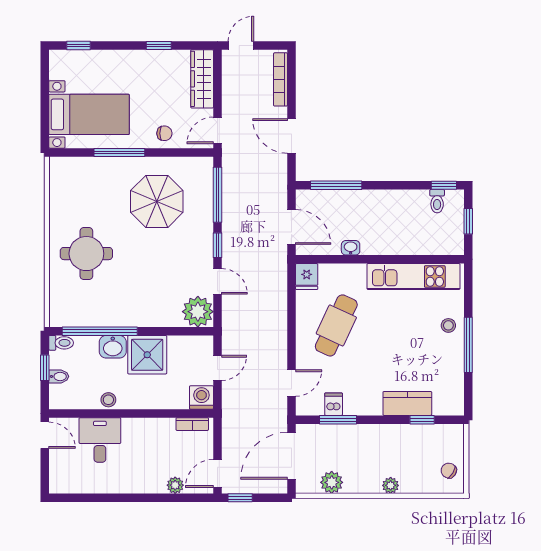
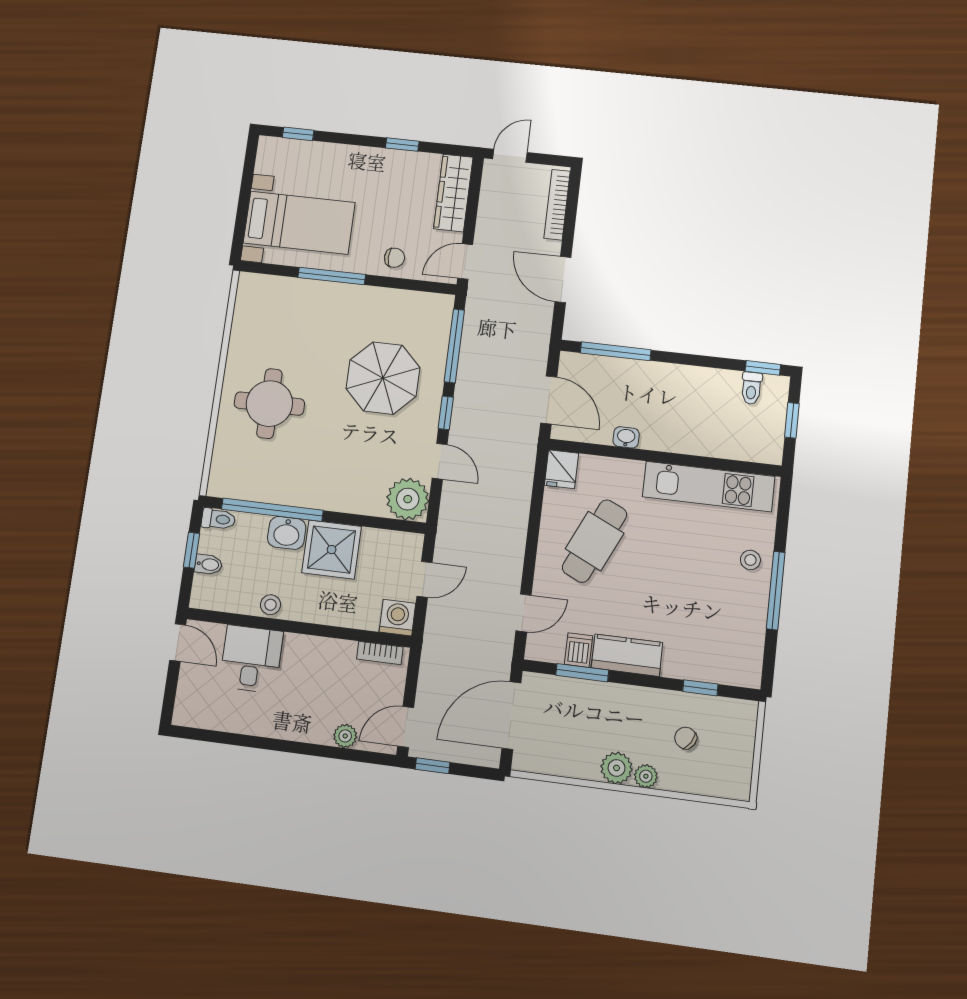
parasol: (157, 201) -> (383, 378), moved
kitchen counter: (407, 403) -> (627, 655), moved
chair: (449, 471) -> (686, 738), moved
plant: (332, 482) -> (617, 768), moved

